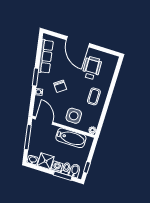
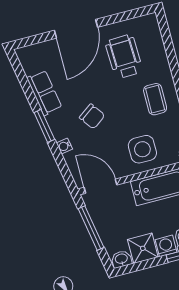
door: (78, 42) -> (76, 29), hinge flipped
row of seats: (46, 56) -> (44, 93), width x0.68

